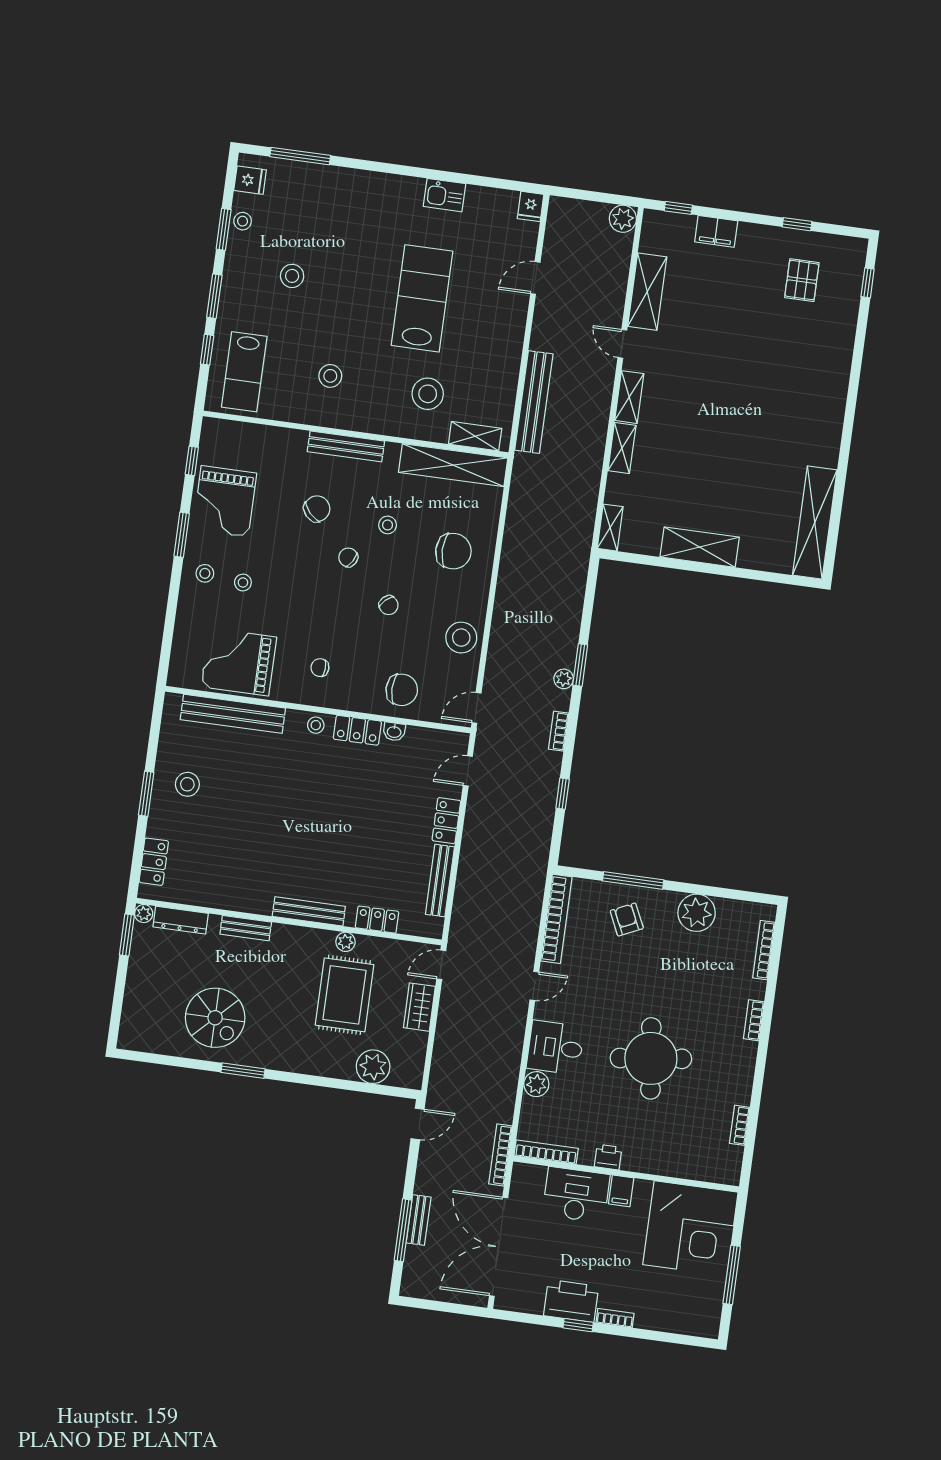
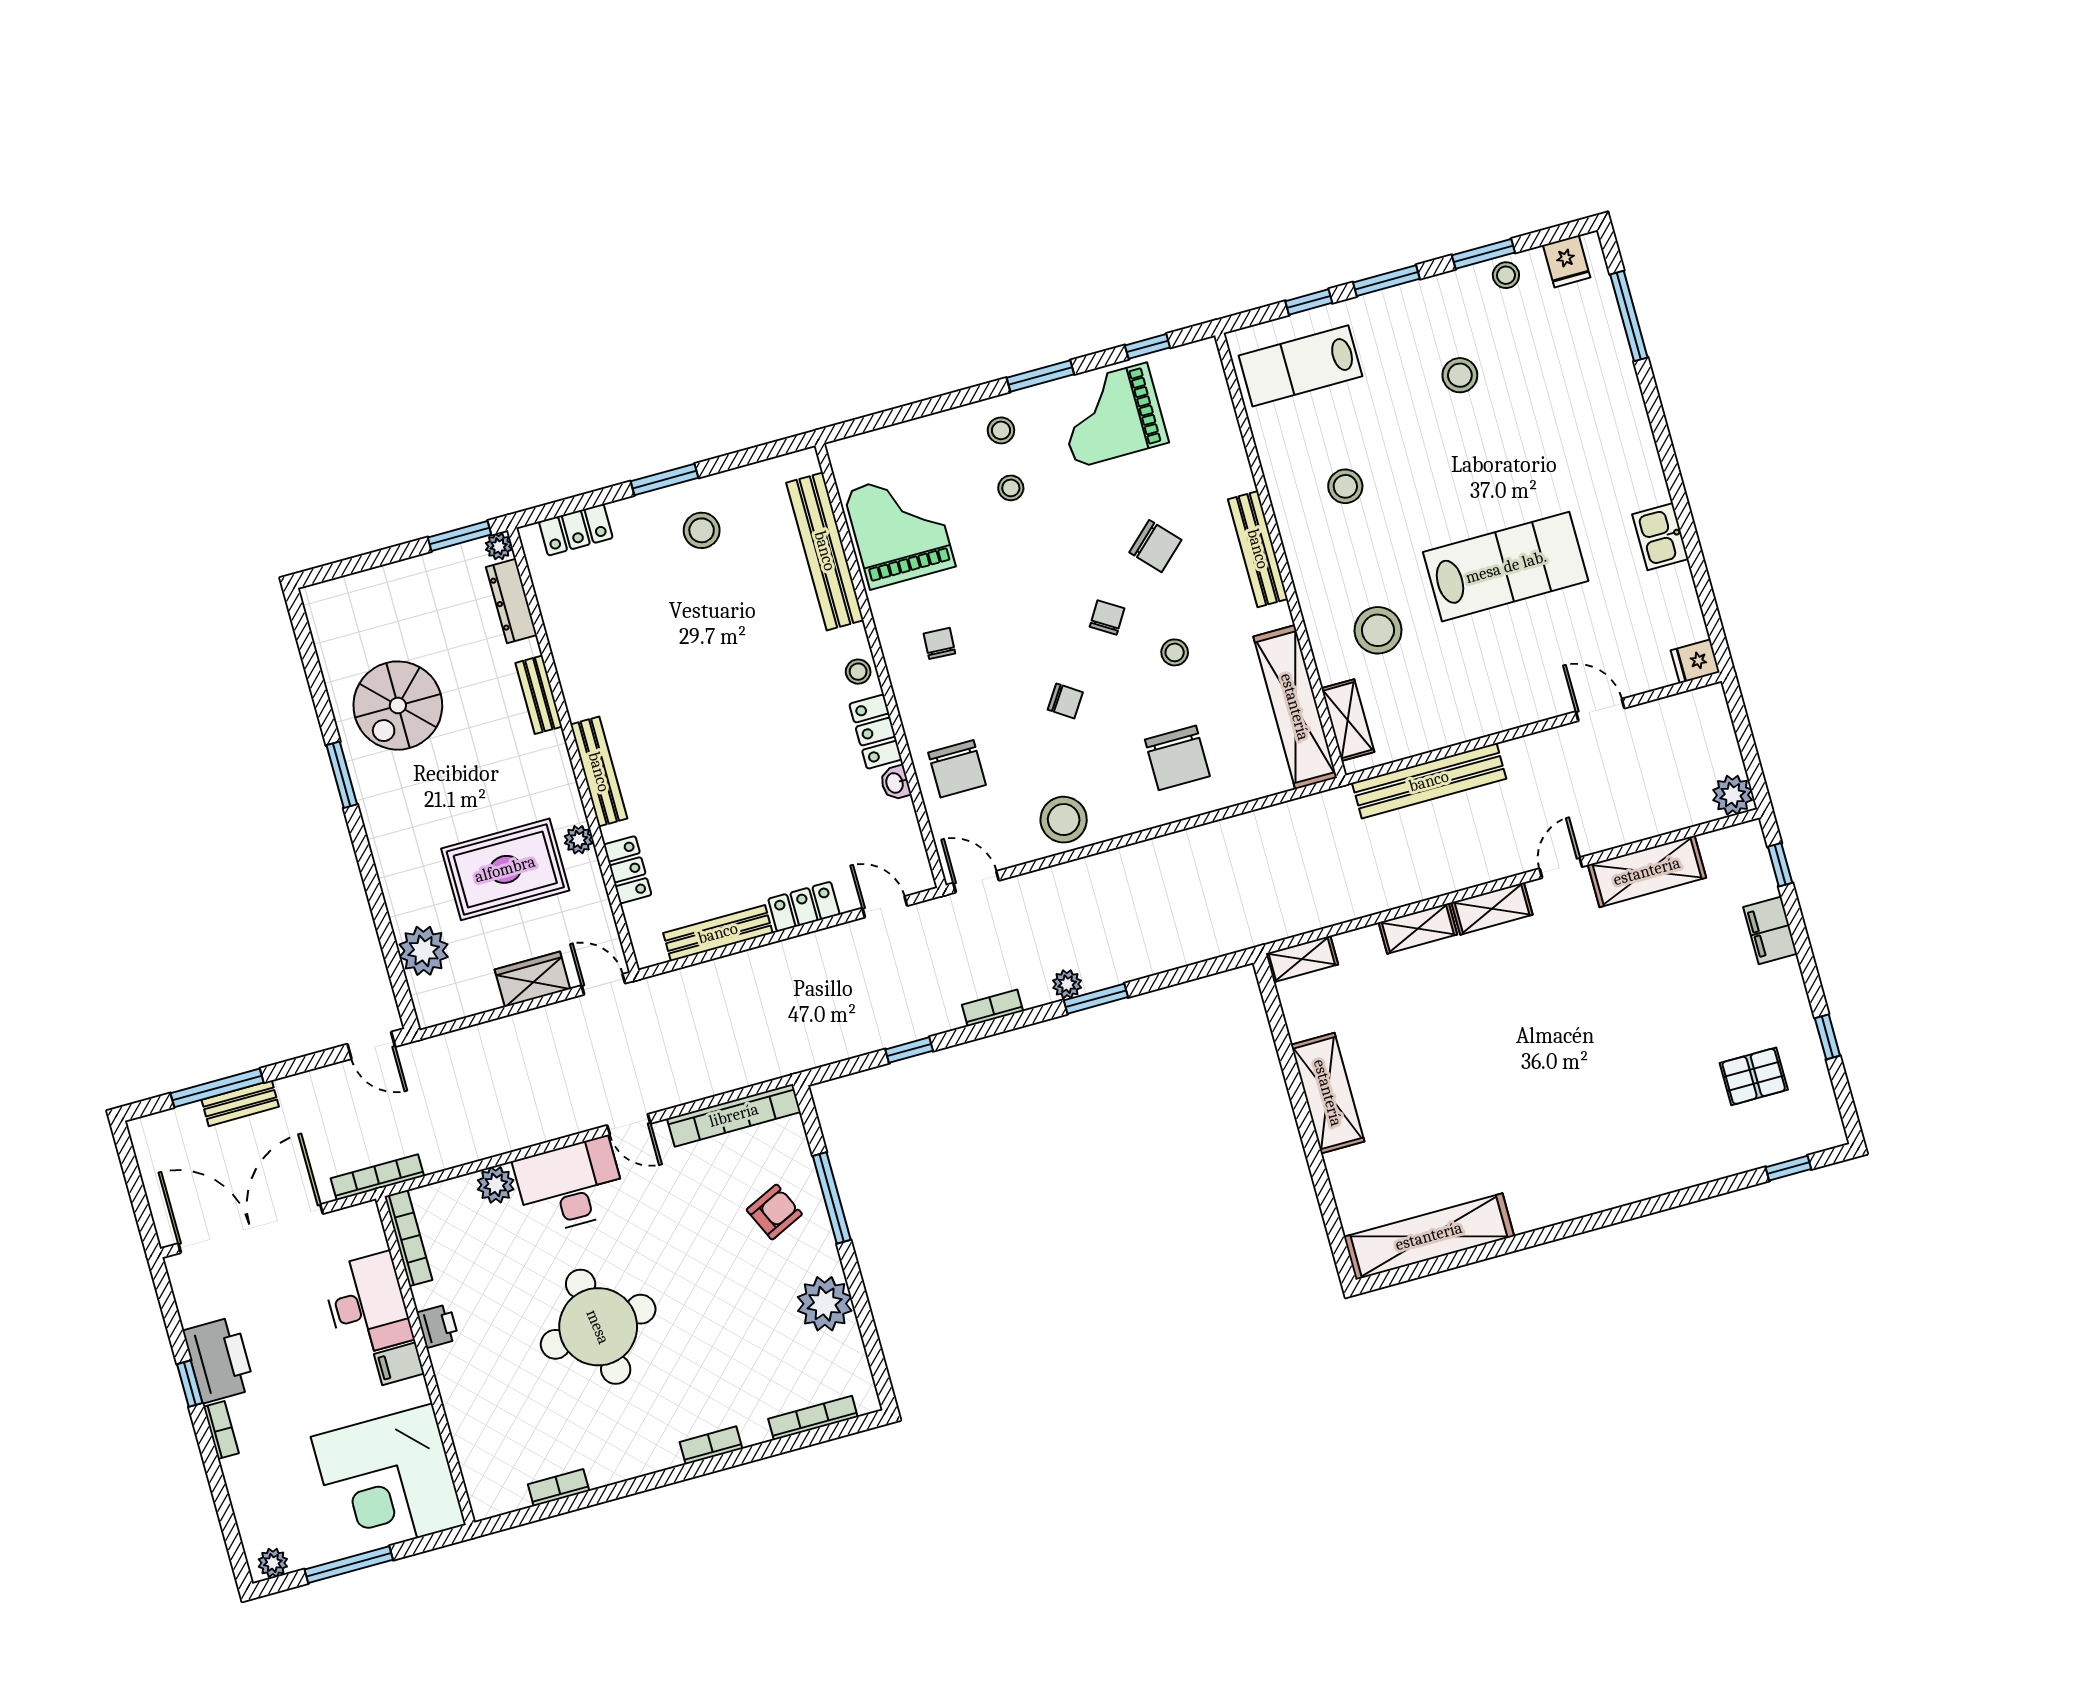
chair: (389, 605) -> (1065, 701), turned -102
desk: (555, 1047) -> (570, 1186), width x1.37
plant: (711, 1321) -> (273, 1563), added

